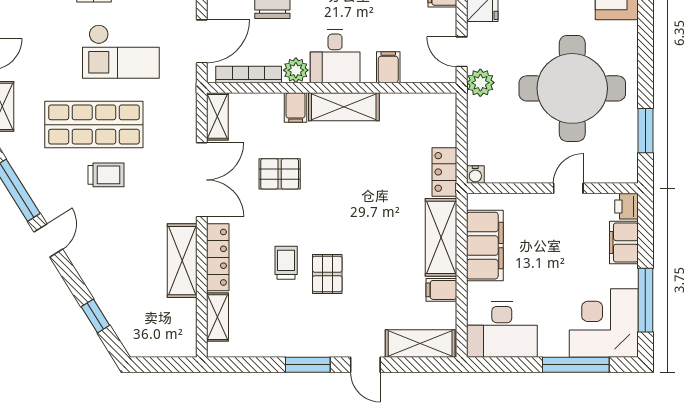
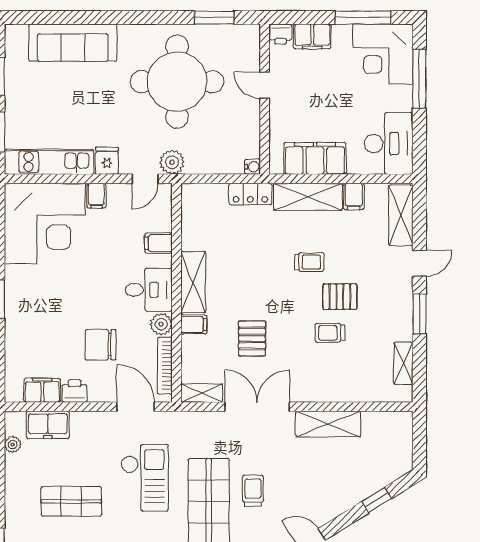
trolley: (367, 239) -> (309, 262), added
locker: (218, 257) -> (325, 393), removed
shelving: (218, 317) -> (403, 363), moved, turned 90

